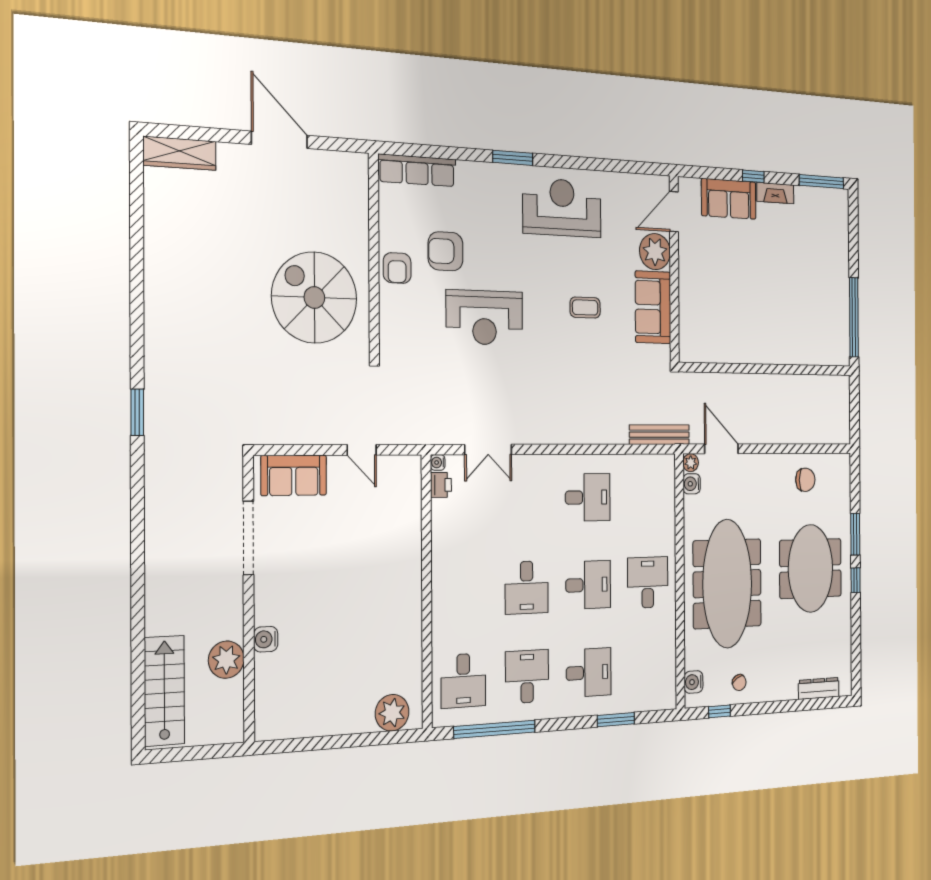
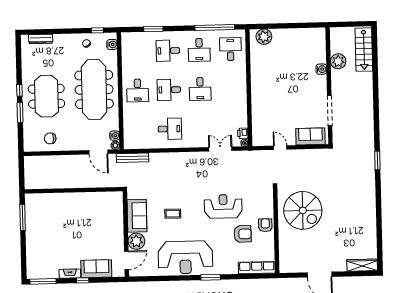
reception desk: (562, 208) -> (185, 257), width x1.36, depth x1.30
window: (854, 317) -> (23, 217), width x0.68
desk: (588, 497) -> (170, 129), turned 180
desk: (527, 587) -> (200, 89), turned 180

